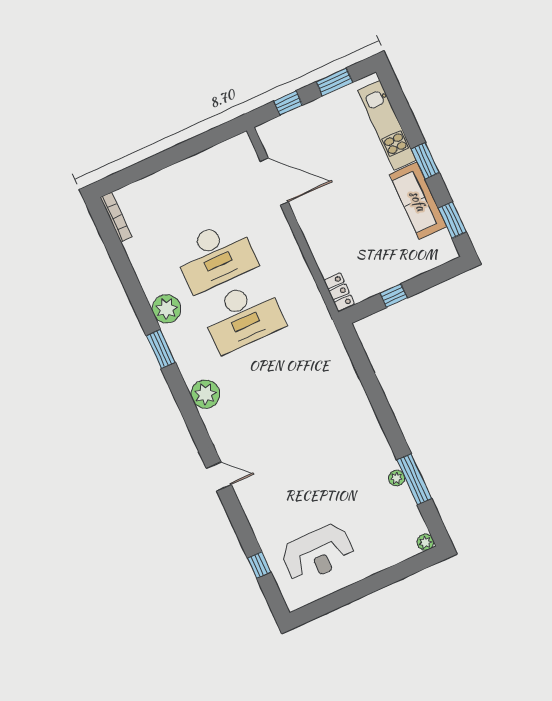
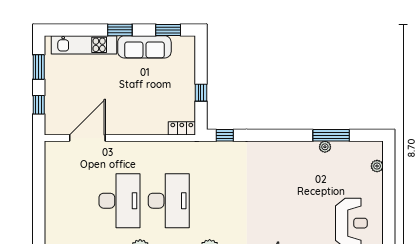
window: (355, 349) -> (225, 135), added
plant: (425, 542) -> (377, 166), moved

